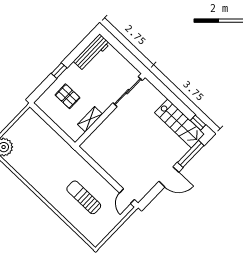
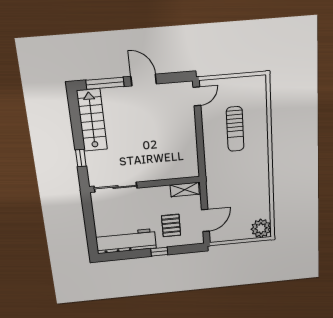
workbench: (92, 52) -> (126, 241), width x1.36, depth x1.32
shelving: (90, 119) -> (185, 190), moved
door: (47, 120) -> (205, 220), added
window: (198, 123) -> (81, 158), moved

